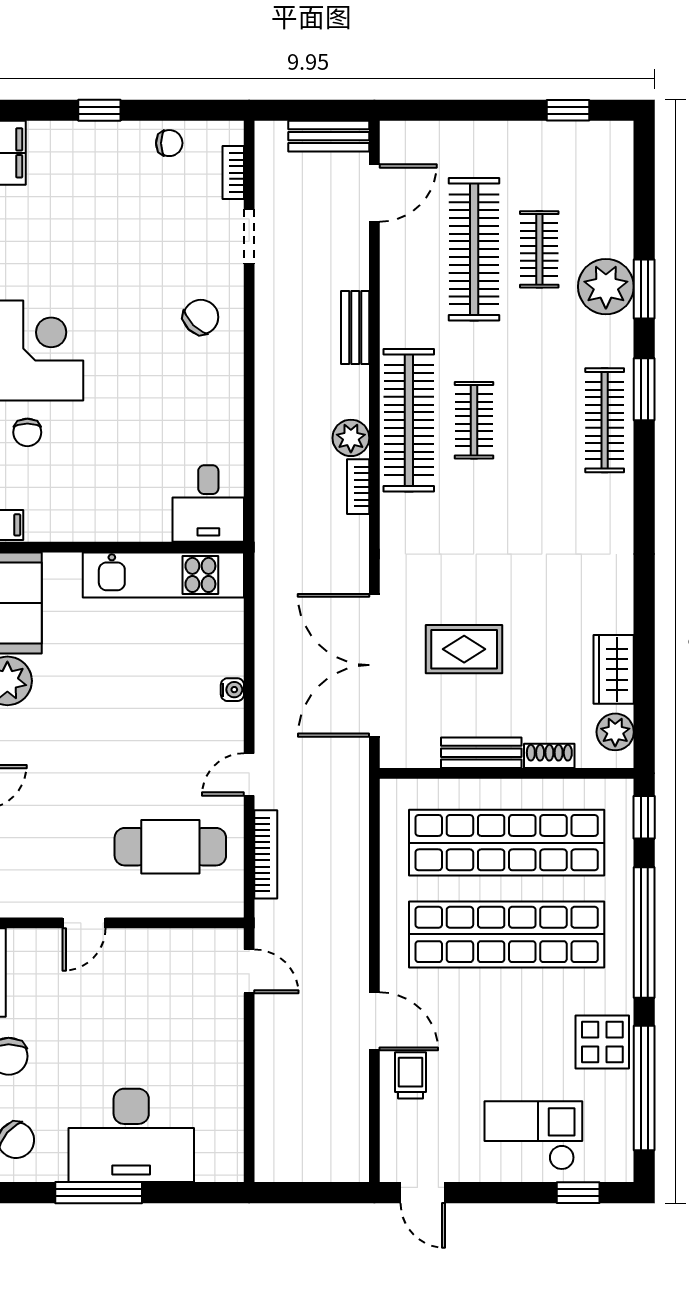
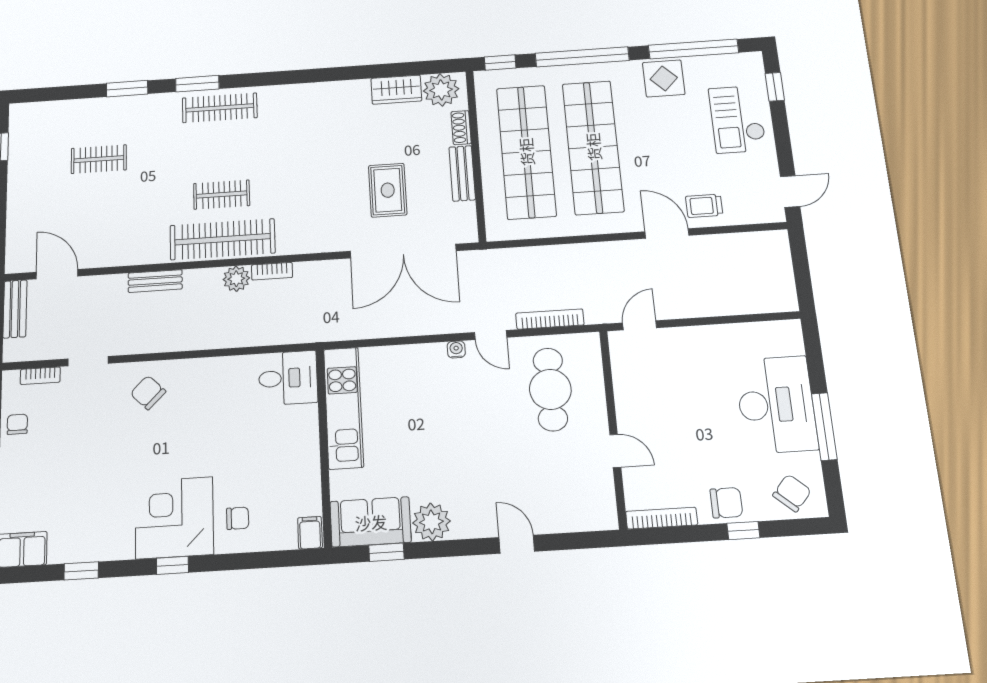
clothes rail: (474, 249) -> (99, 203), removed
plant: (606, 287) -> (125, 114), removed
water cooler: (232, 690) -> (456, 349), moved
plant: (615, 732) -> (441, 90), width x1.36, depth x1.36
door: (374, 1021) -> (667, 234), hinge flipped

